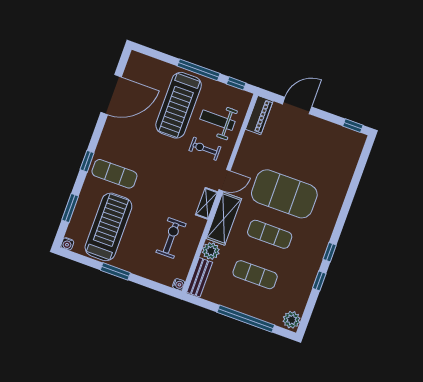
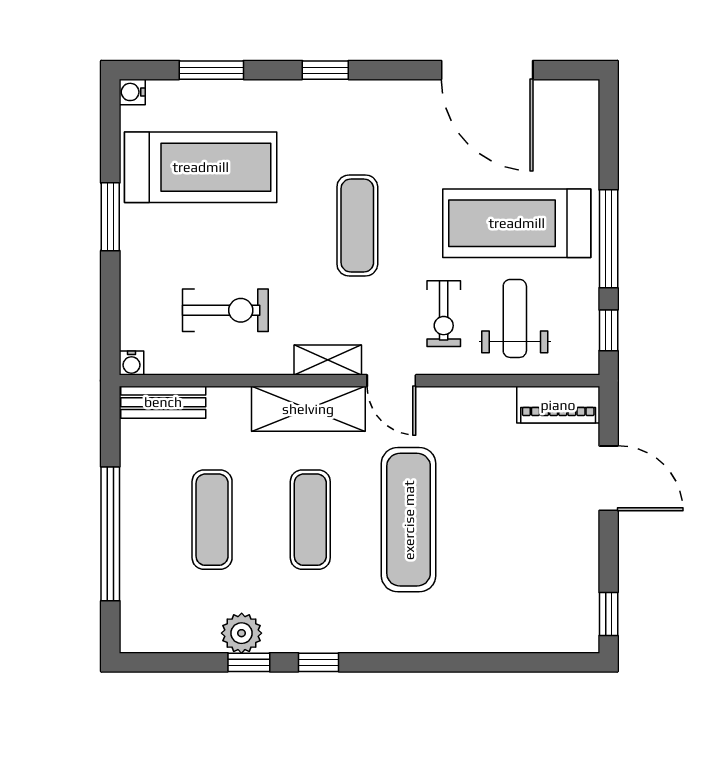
exercise bike: (205, 149) -> (444, 314), turned 180
exercise mat: (114, 174) -> (357, 226), moved
exercise mat: (284, 194) -> (409, 520), width x0.68
plant: (211, 251) -> (229, 406), removed
plant: (292, 320) -> (242, 633), moved

